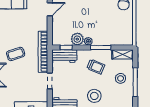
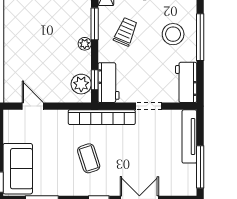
plant: (77, 39) -> (81, 84), moved
coffee table: (16, 54) -> (89, 158), moved

